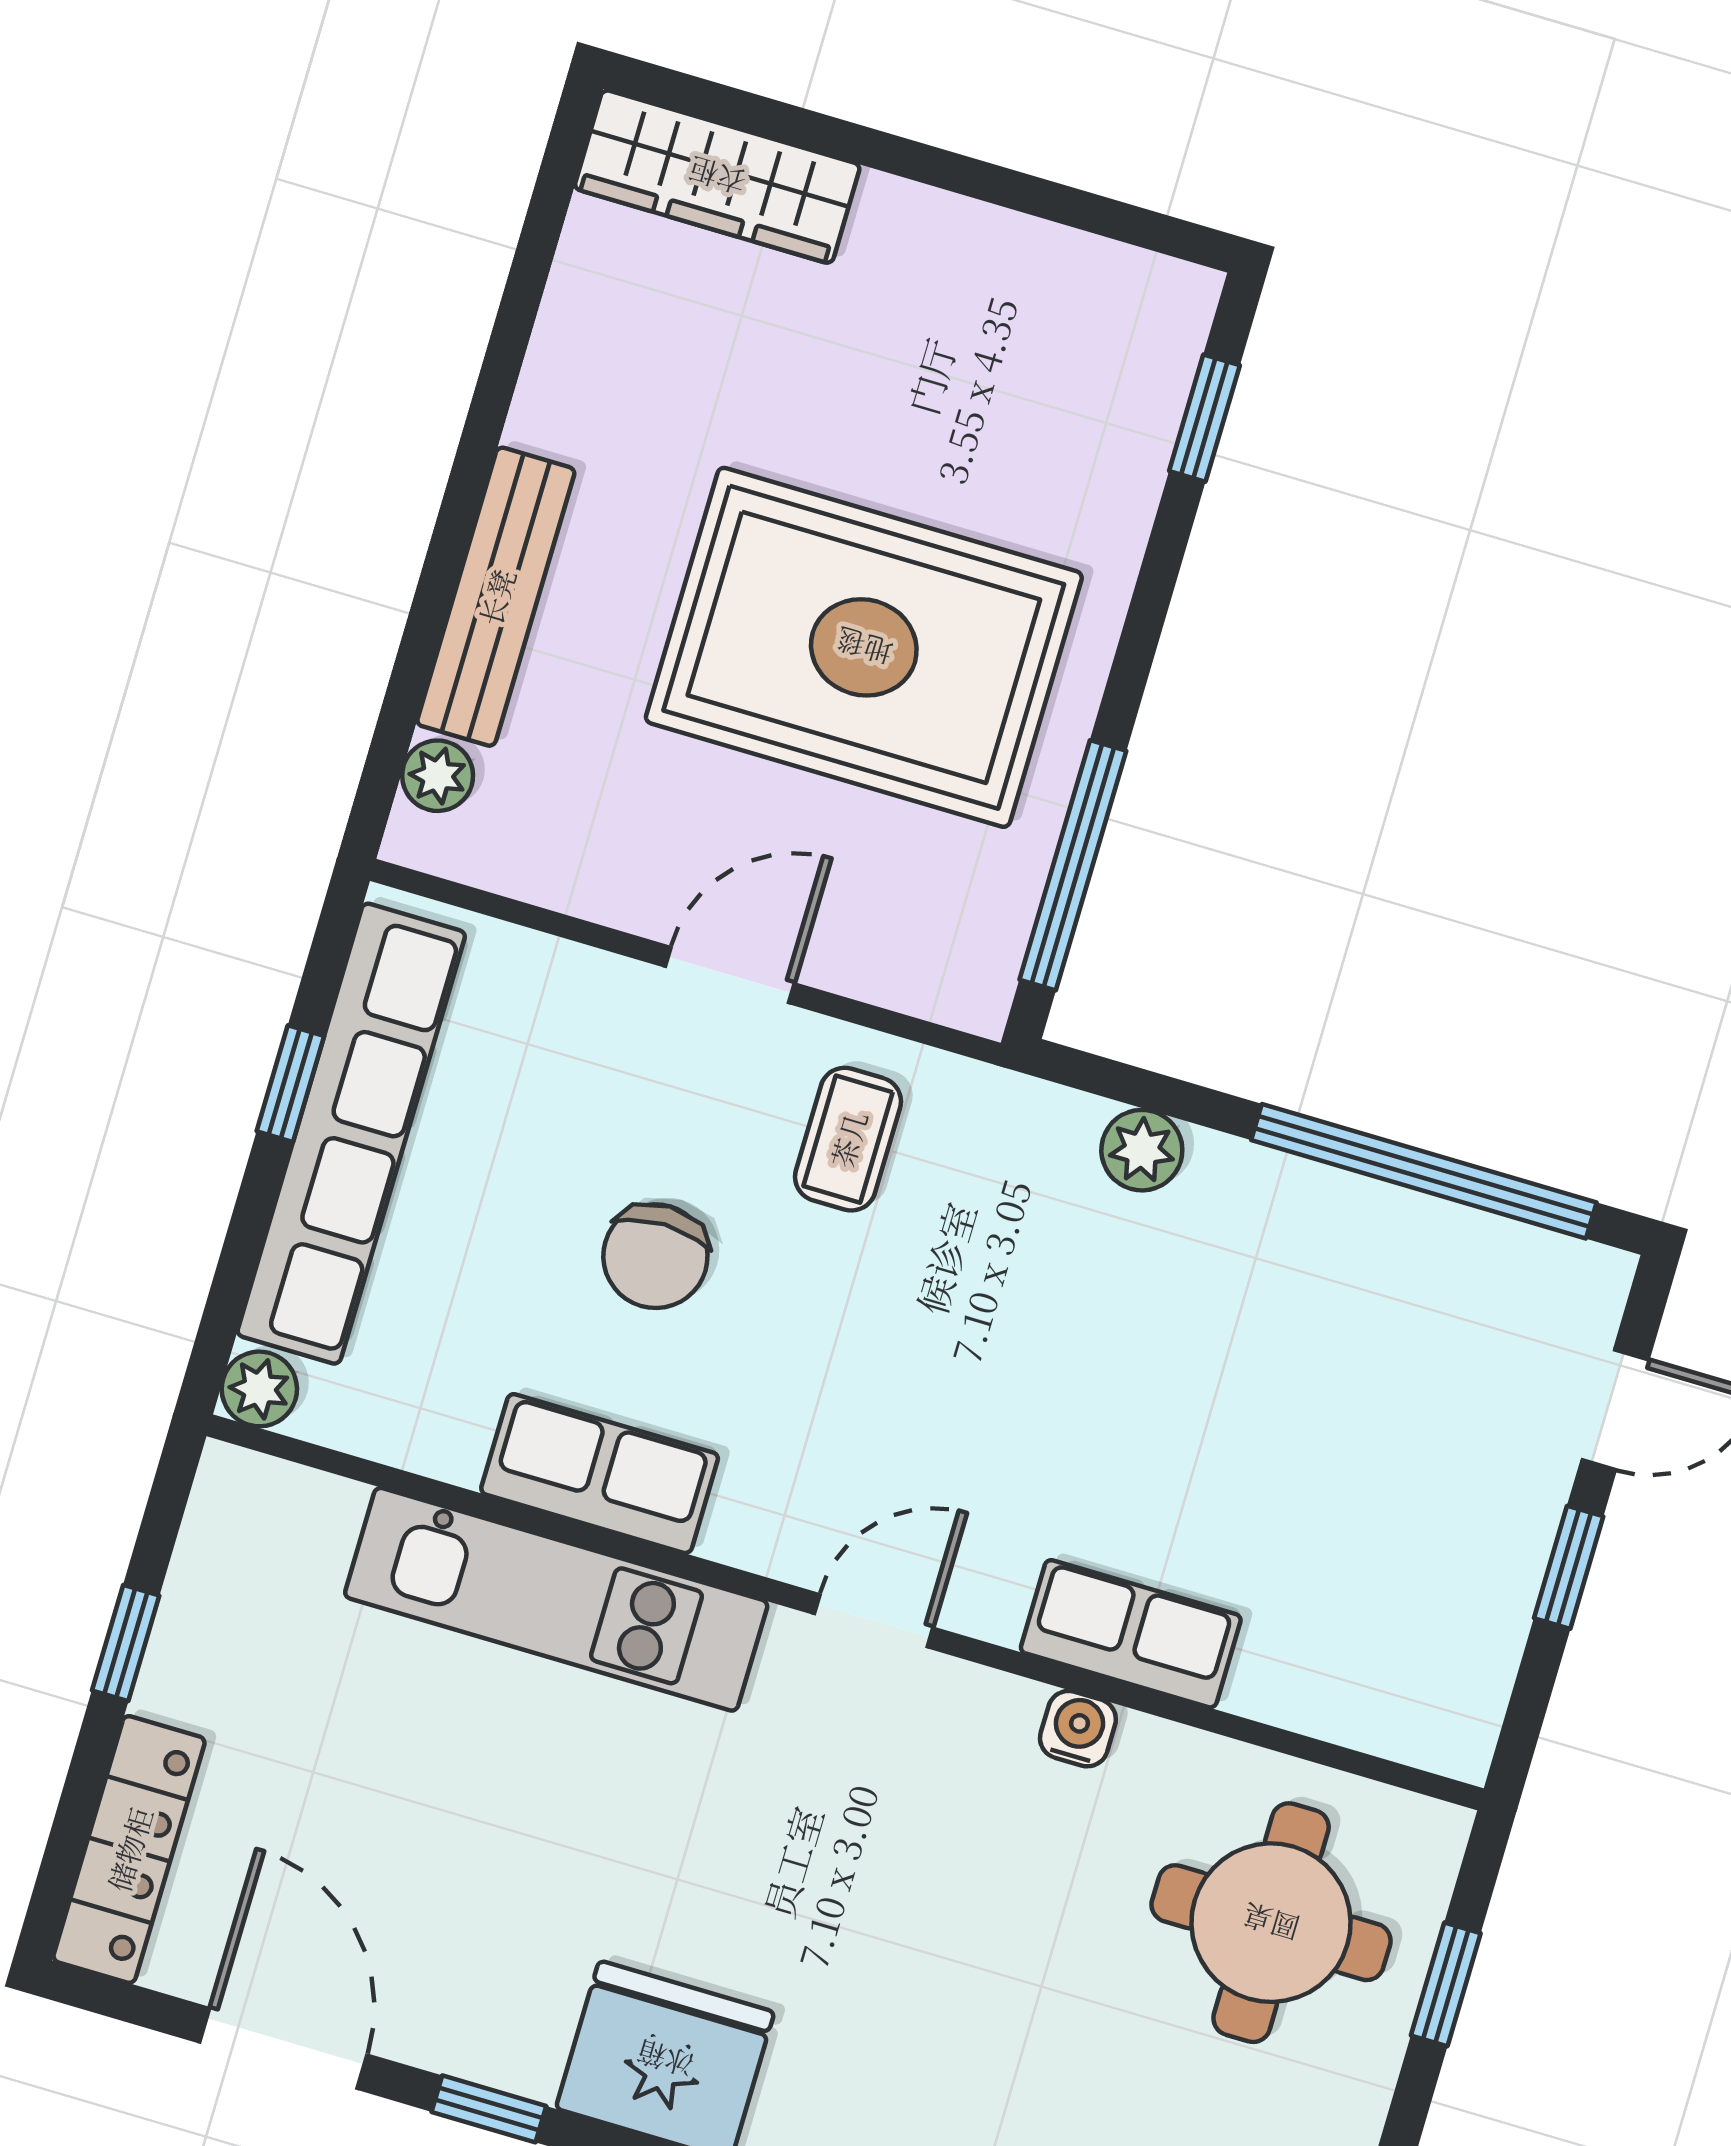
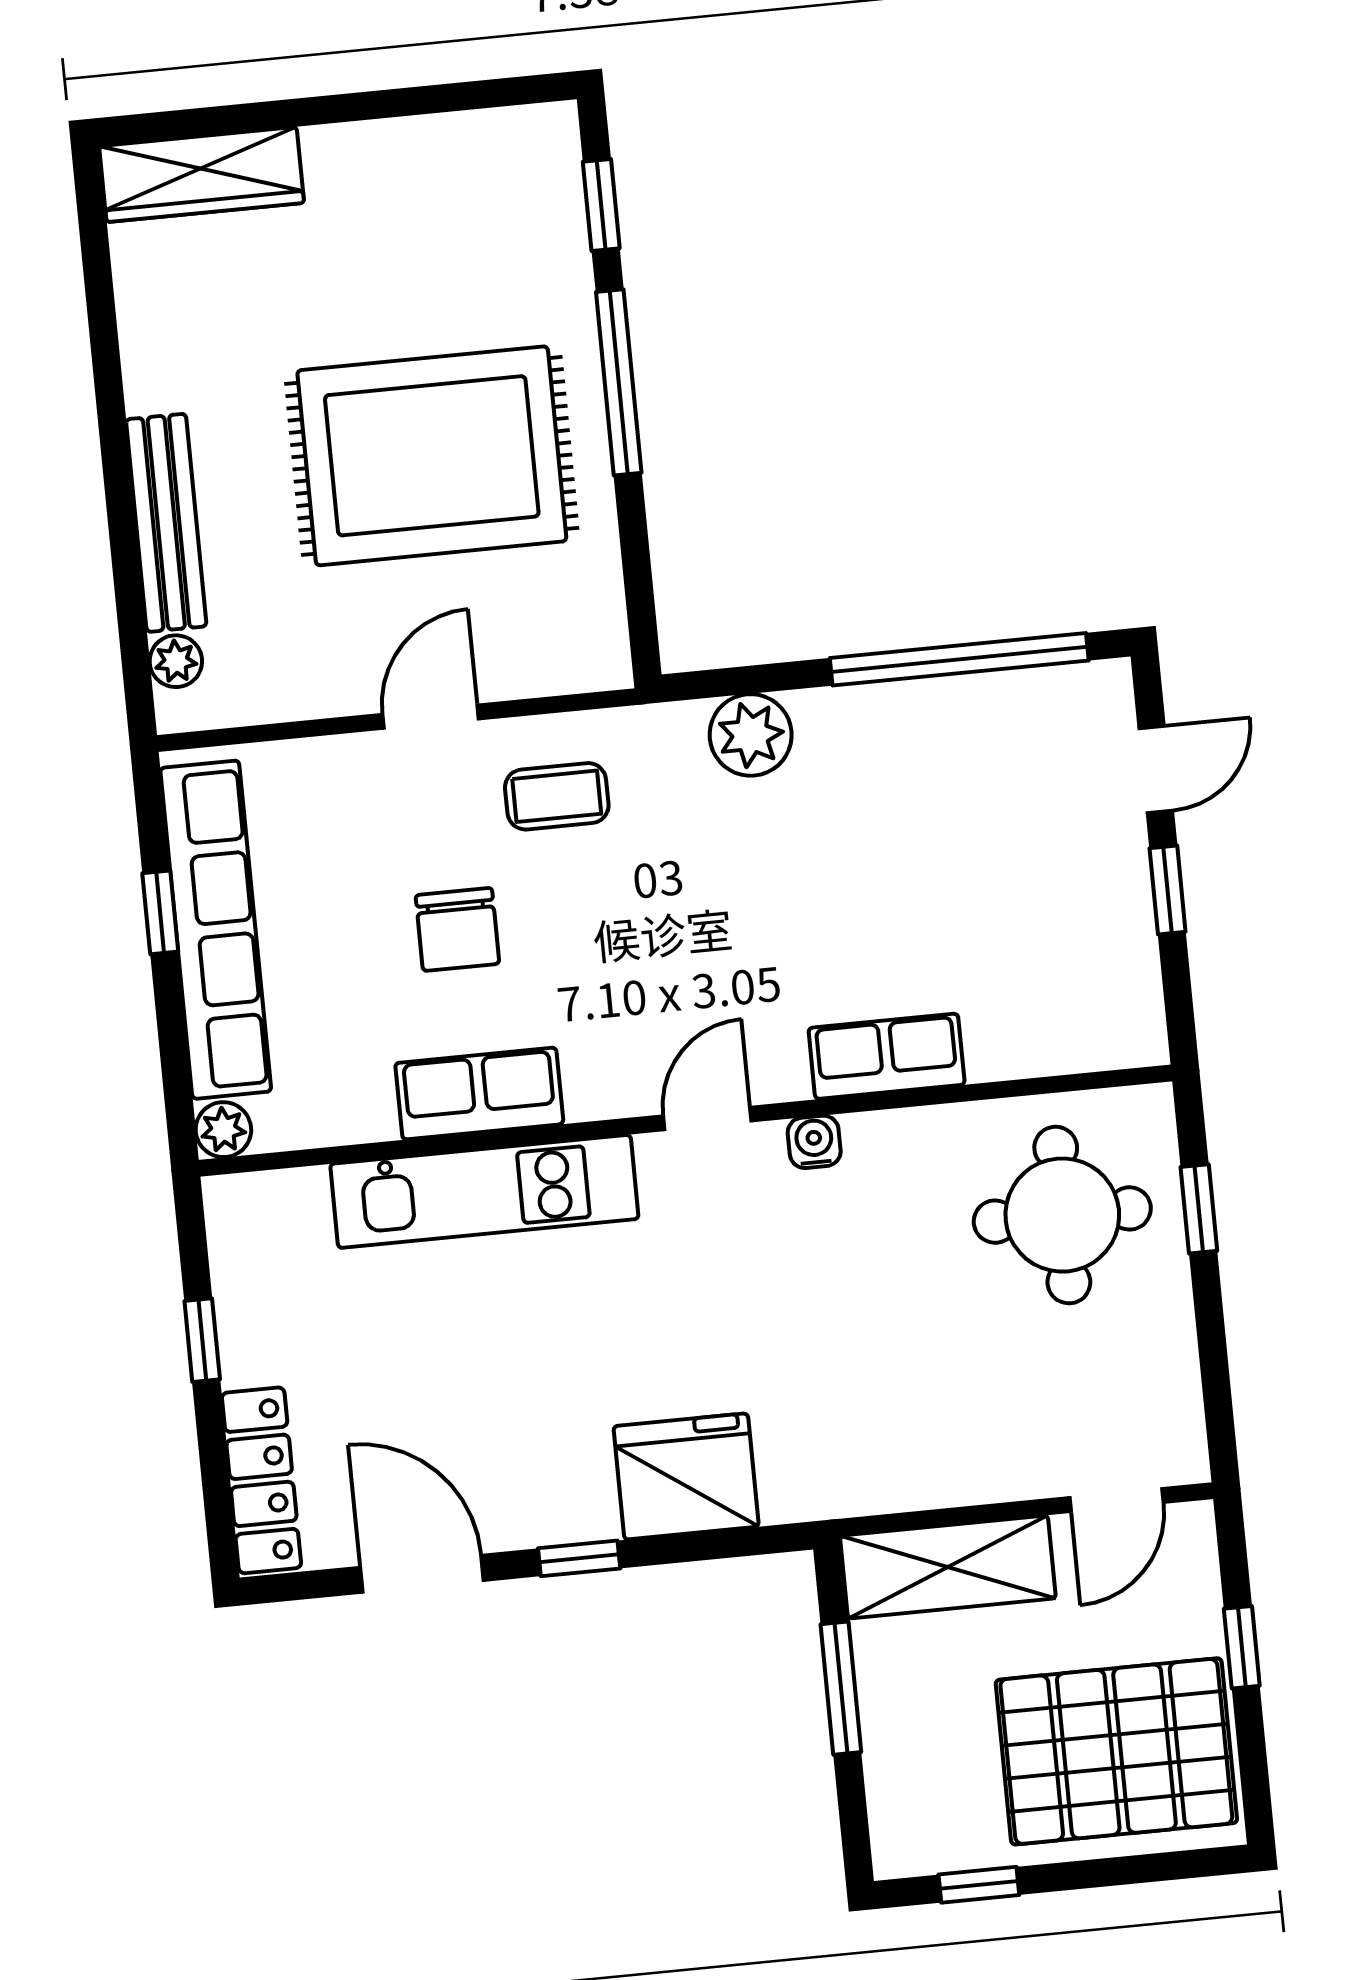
window: (1073, 865) -> (619, 382), moved
coffee table: (848, 1139) -> (557, 796), turned 90
plant: (1142, 1150) -> (751, 735), width x1.38, depth x1.38
water cooler: (1078, 1729) -> (814, 1142), moved

